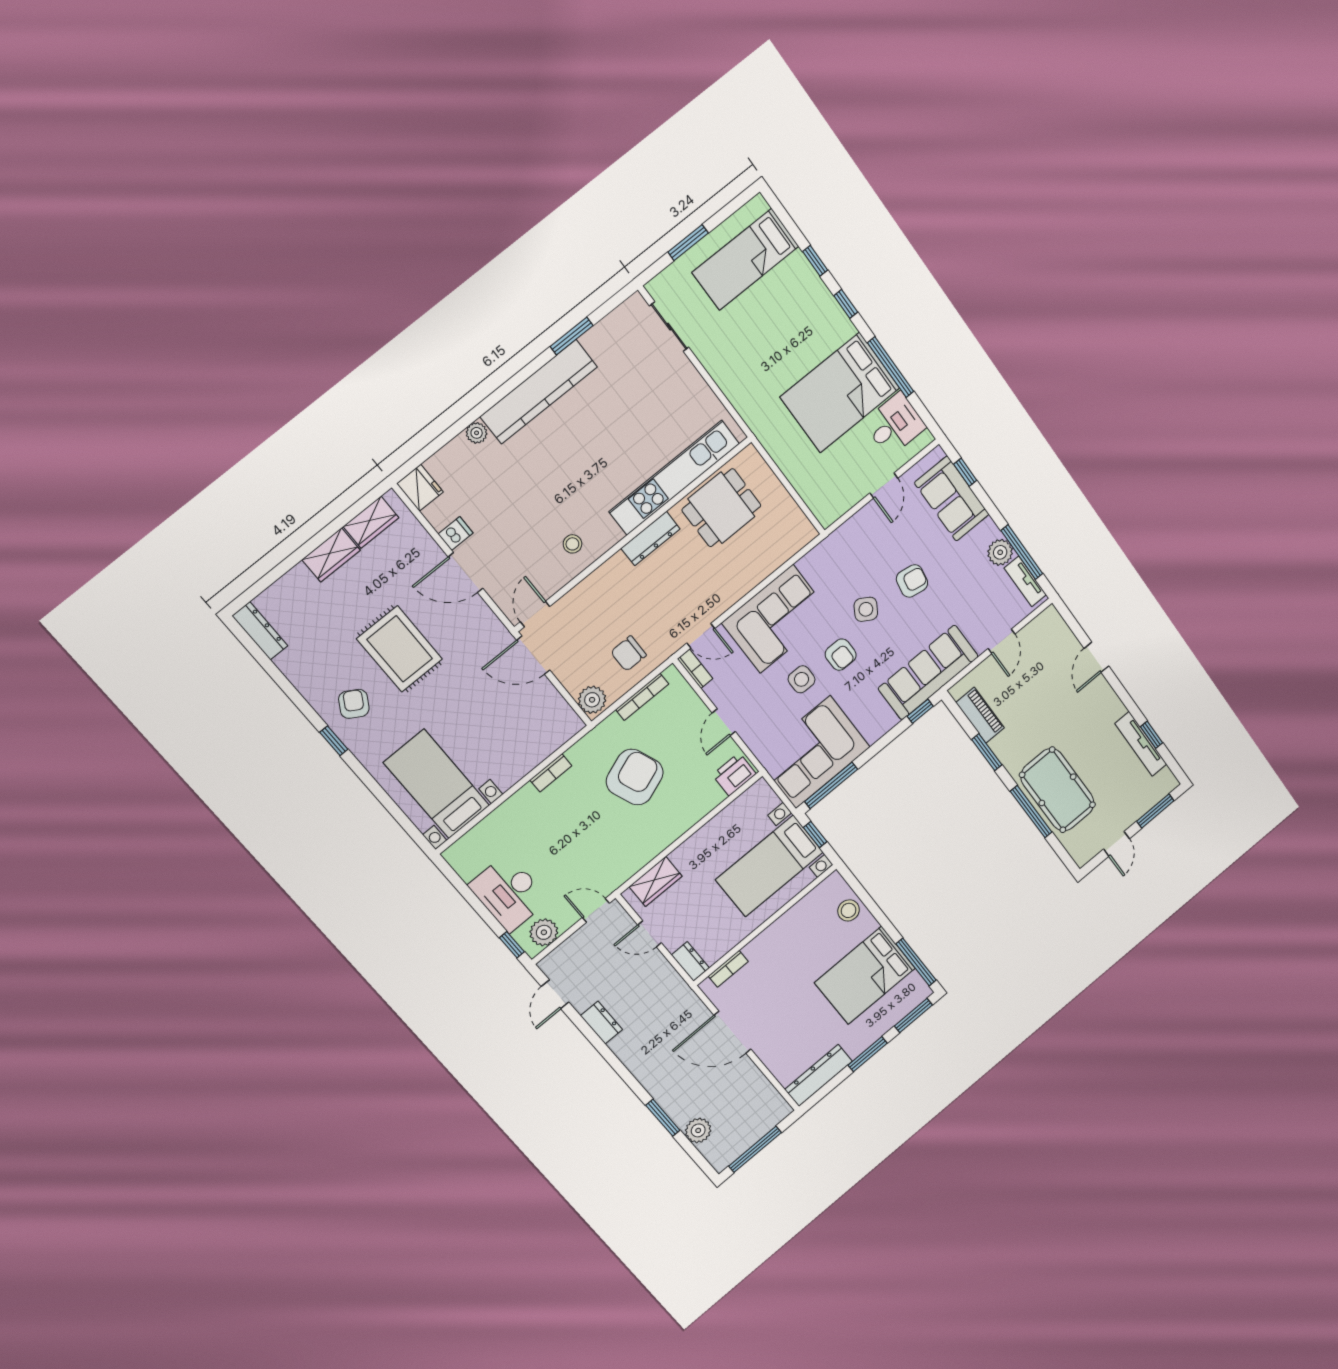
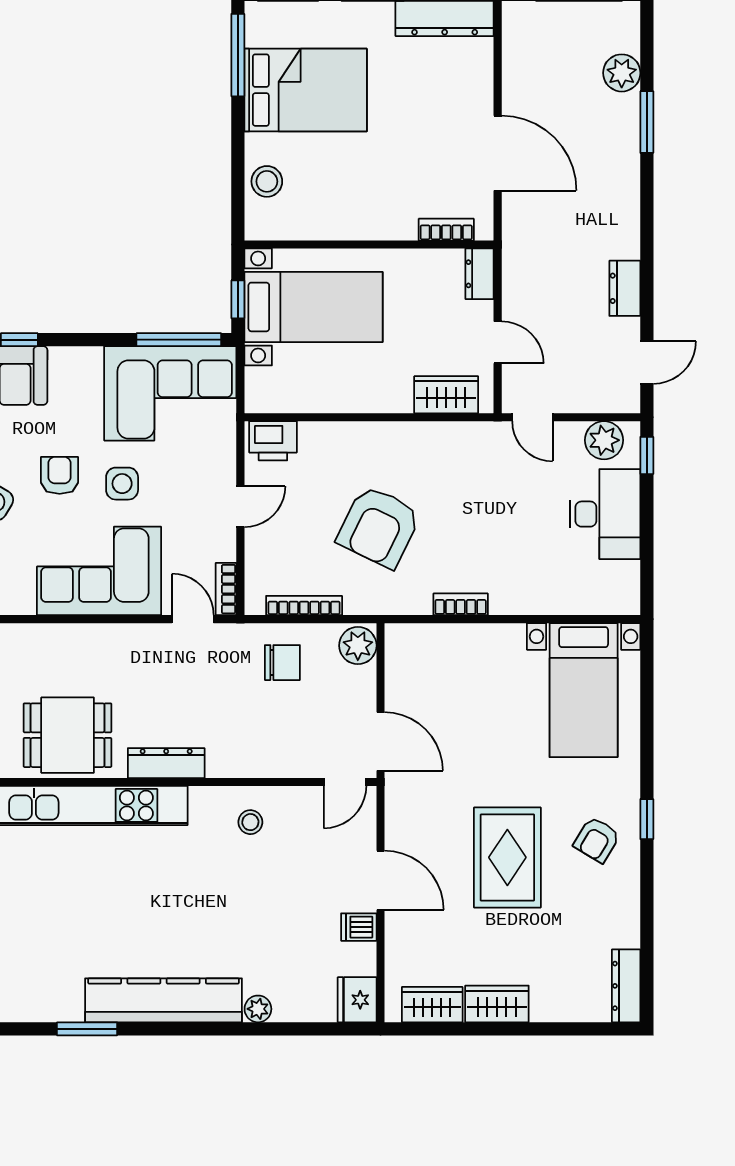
armchair: (635, 777) -> (379, 527), turned -43

